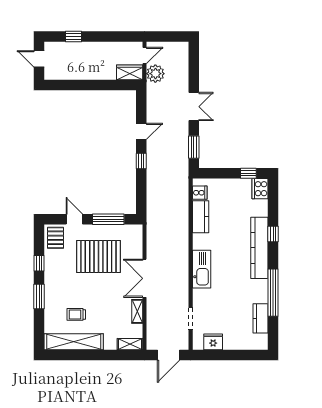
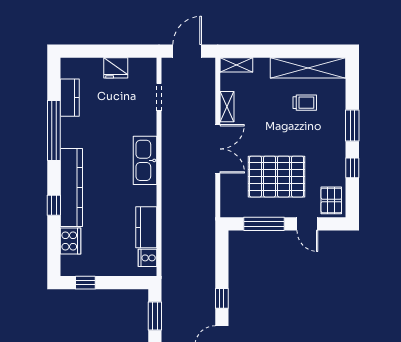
cooker: (260, 189) -> (70, 241), moved
fridge: (213, 342) -> (116, 68), moved

